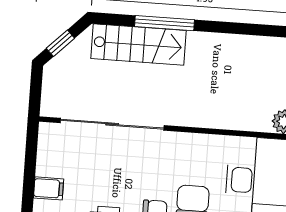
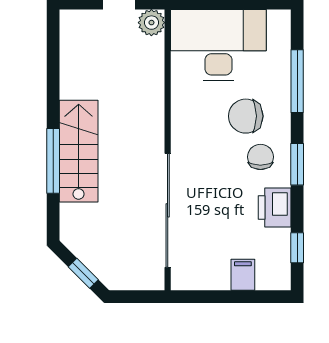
stairs: (138, 45) -> (79, 151), moved

